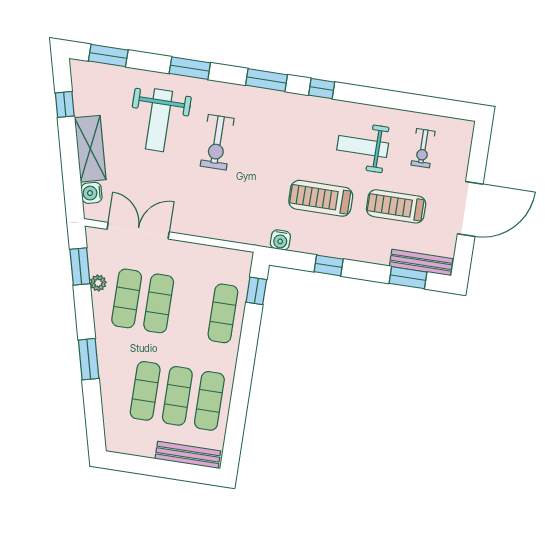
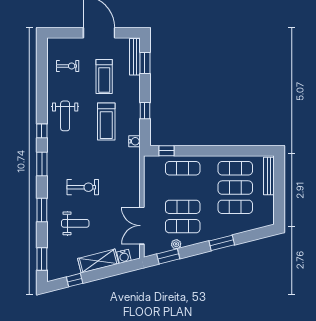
weight bench: (159, 120) -> (75, 223), width x0.73, depth x0.75
weight bench: (363, 147) -> (65, 116), moved

